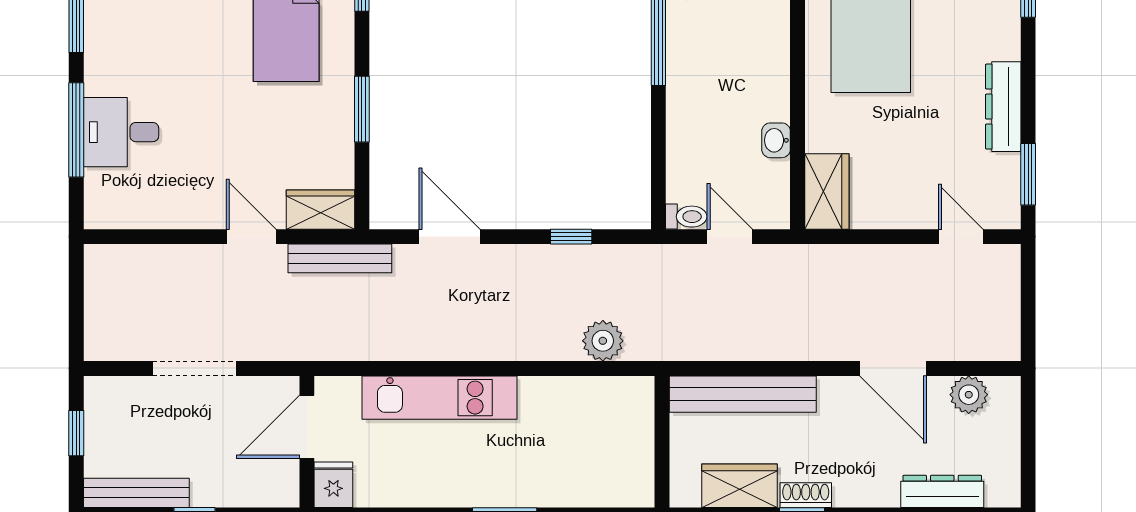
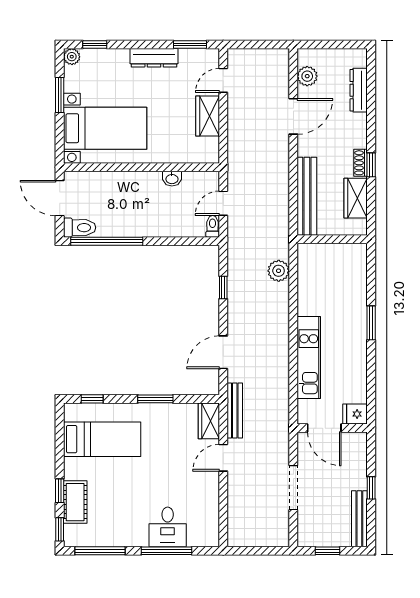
wardrobe: (827, 191) -> (208, 116), moved, turned -90

